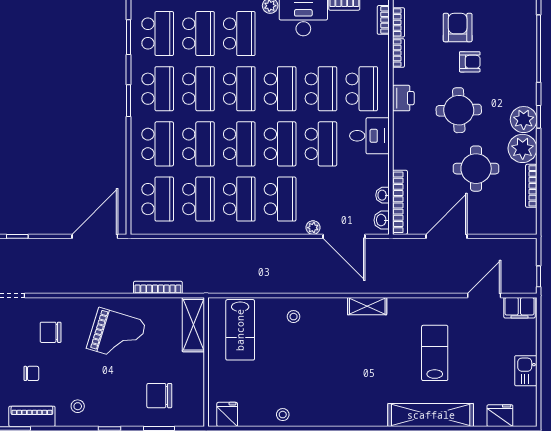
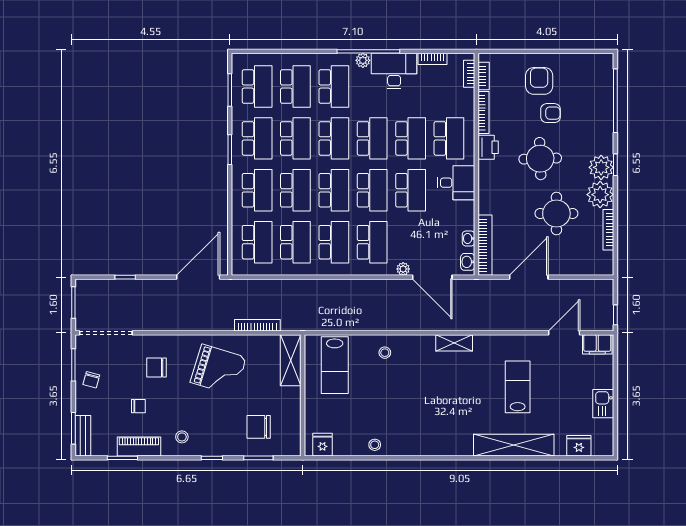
bookcase: (398, 53) -> (484, 113), width x1.56

